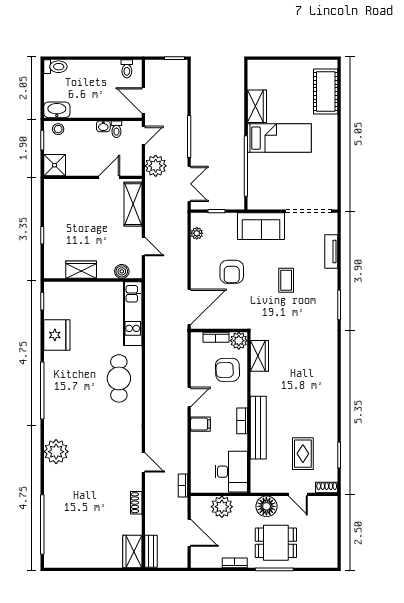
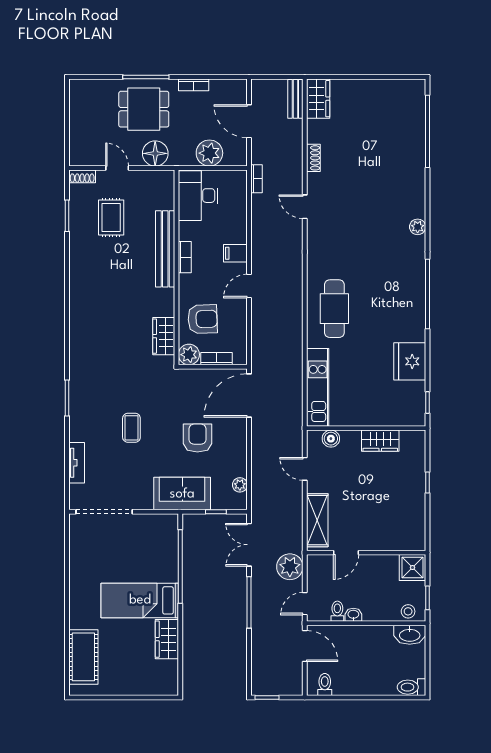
sofa: (261, 226) -> (182, 494), moved
plant: (56, 452) -> (418, 227), width x0.53, depth x0.53

